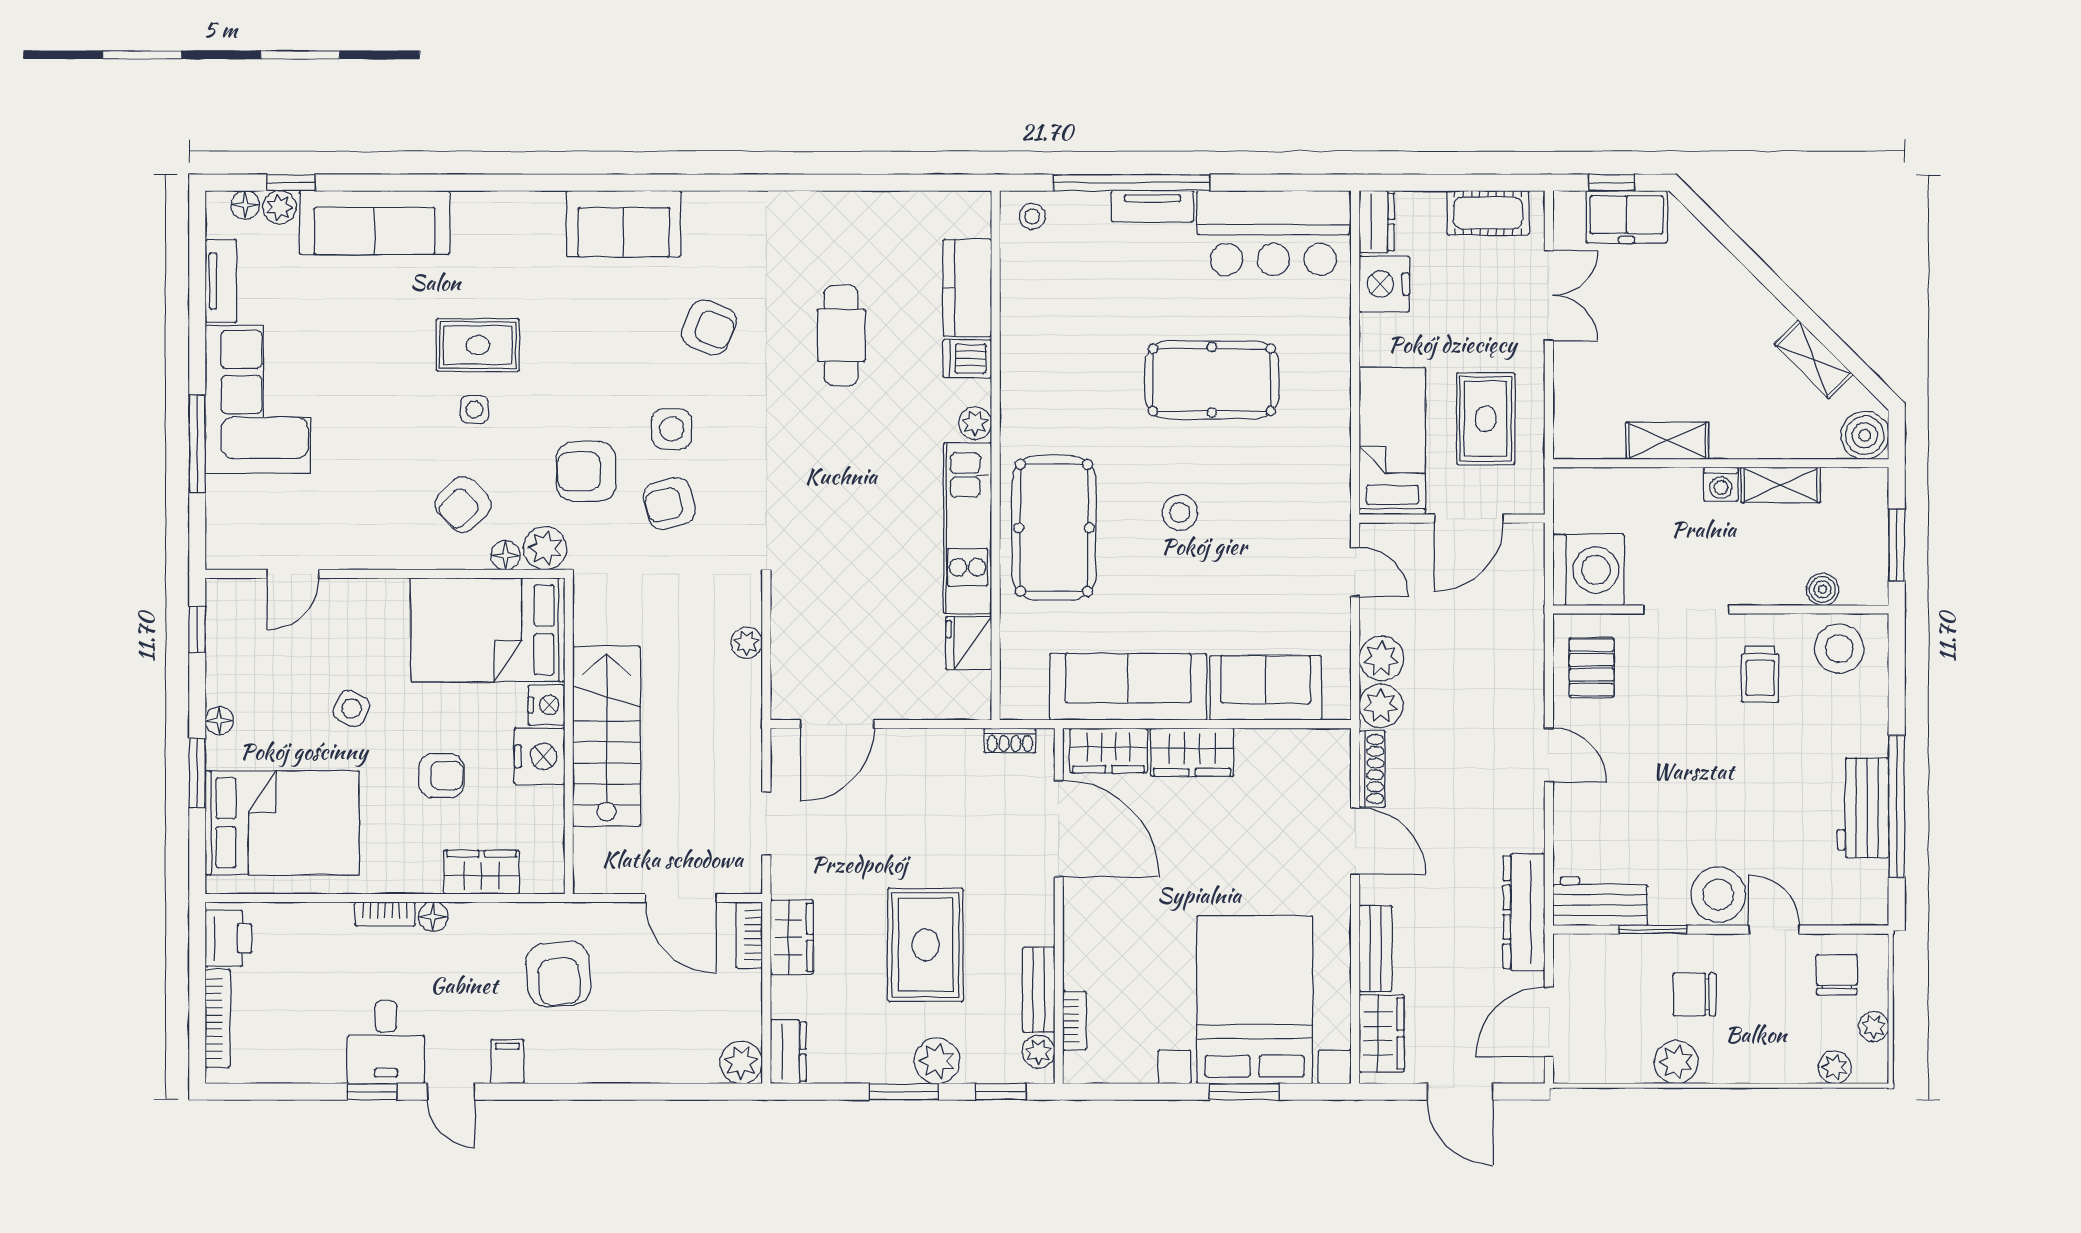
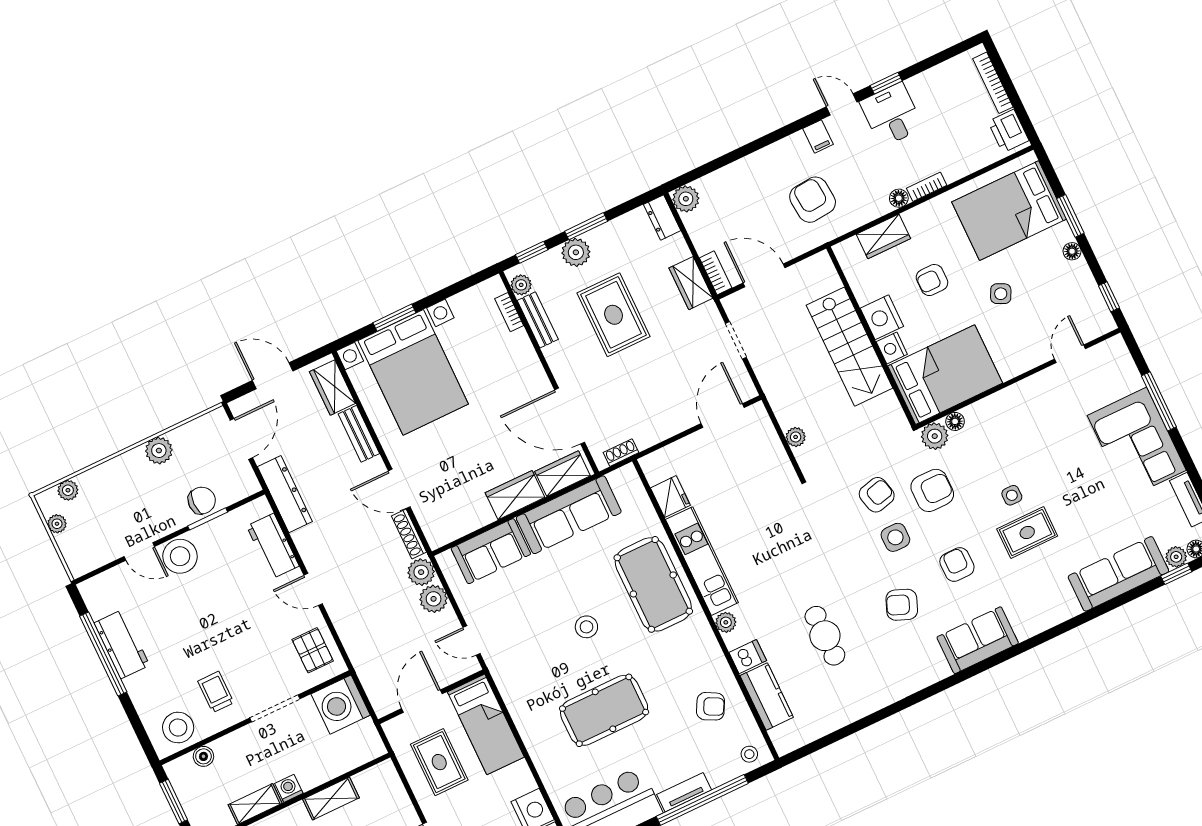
armchair: (1055, 312) -> (711, 706), added
armchair: (463, 505) -> (957, 565), moved, turned -46
workbench: (1600, 901) -> (273, 546), moved, turned 90
chair: (1837, 975) -> (92, 543), removed
chair: (1694, 994) -> (202, 500), moved

